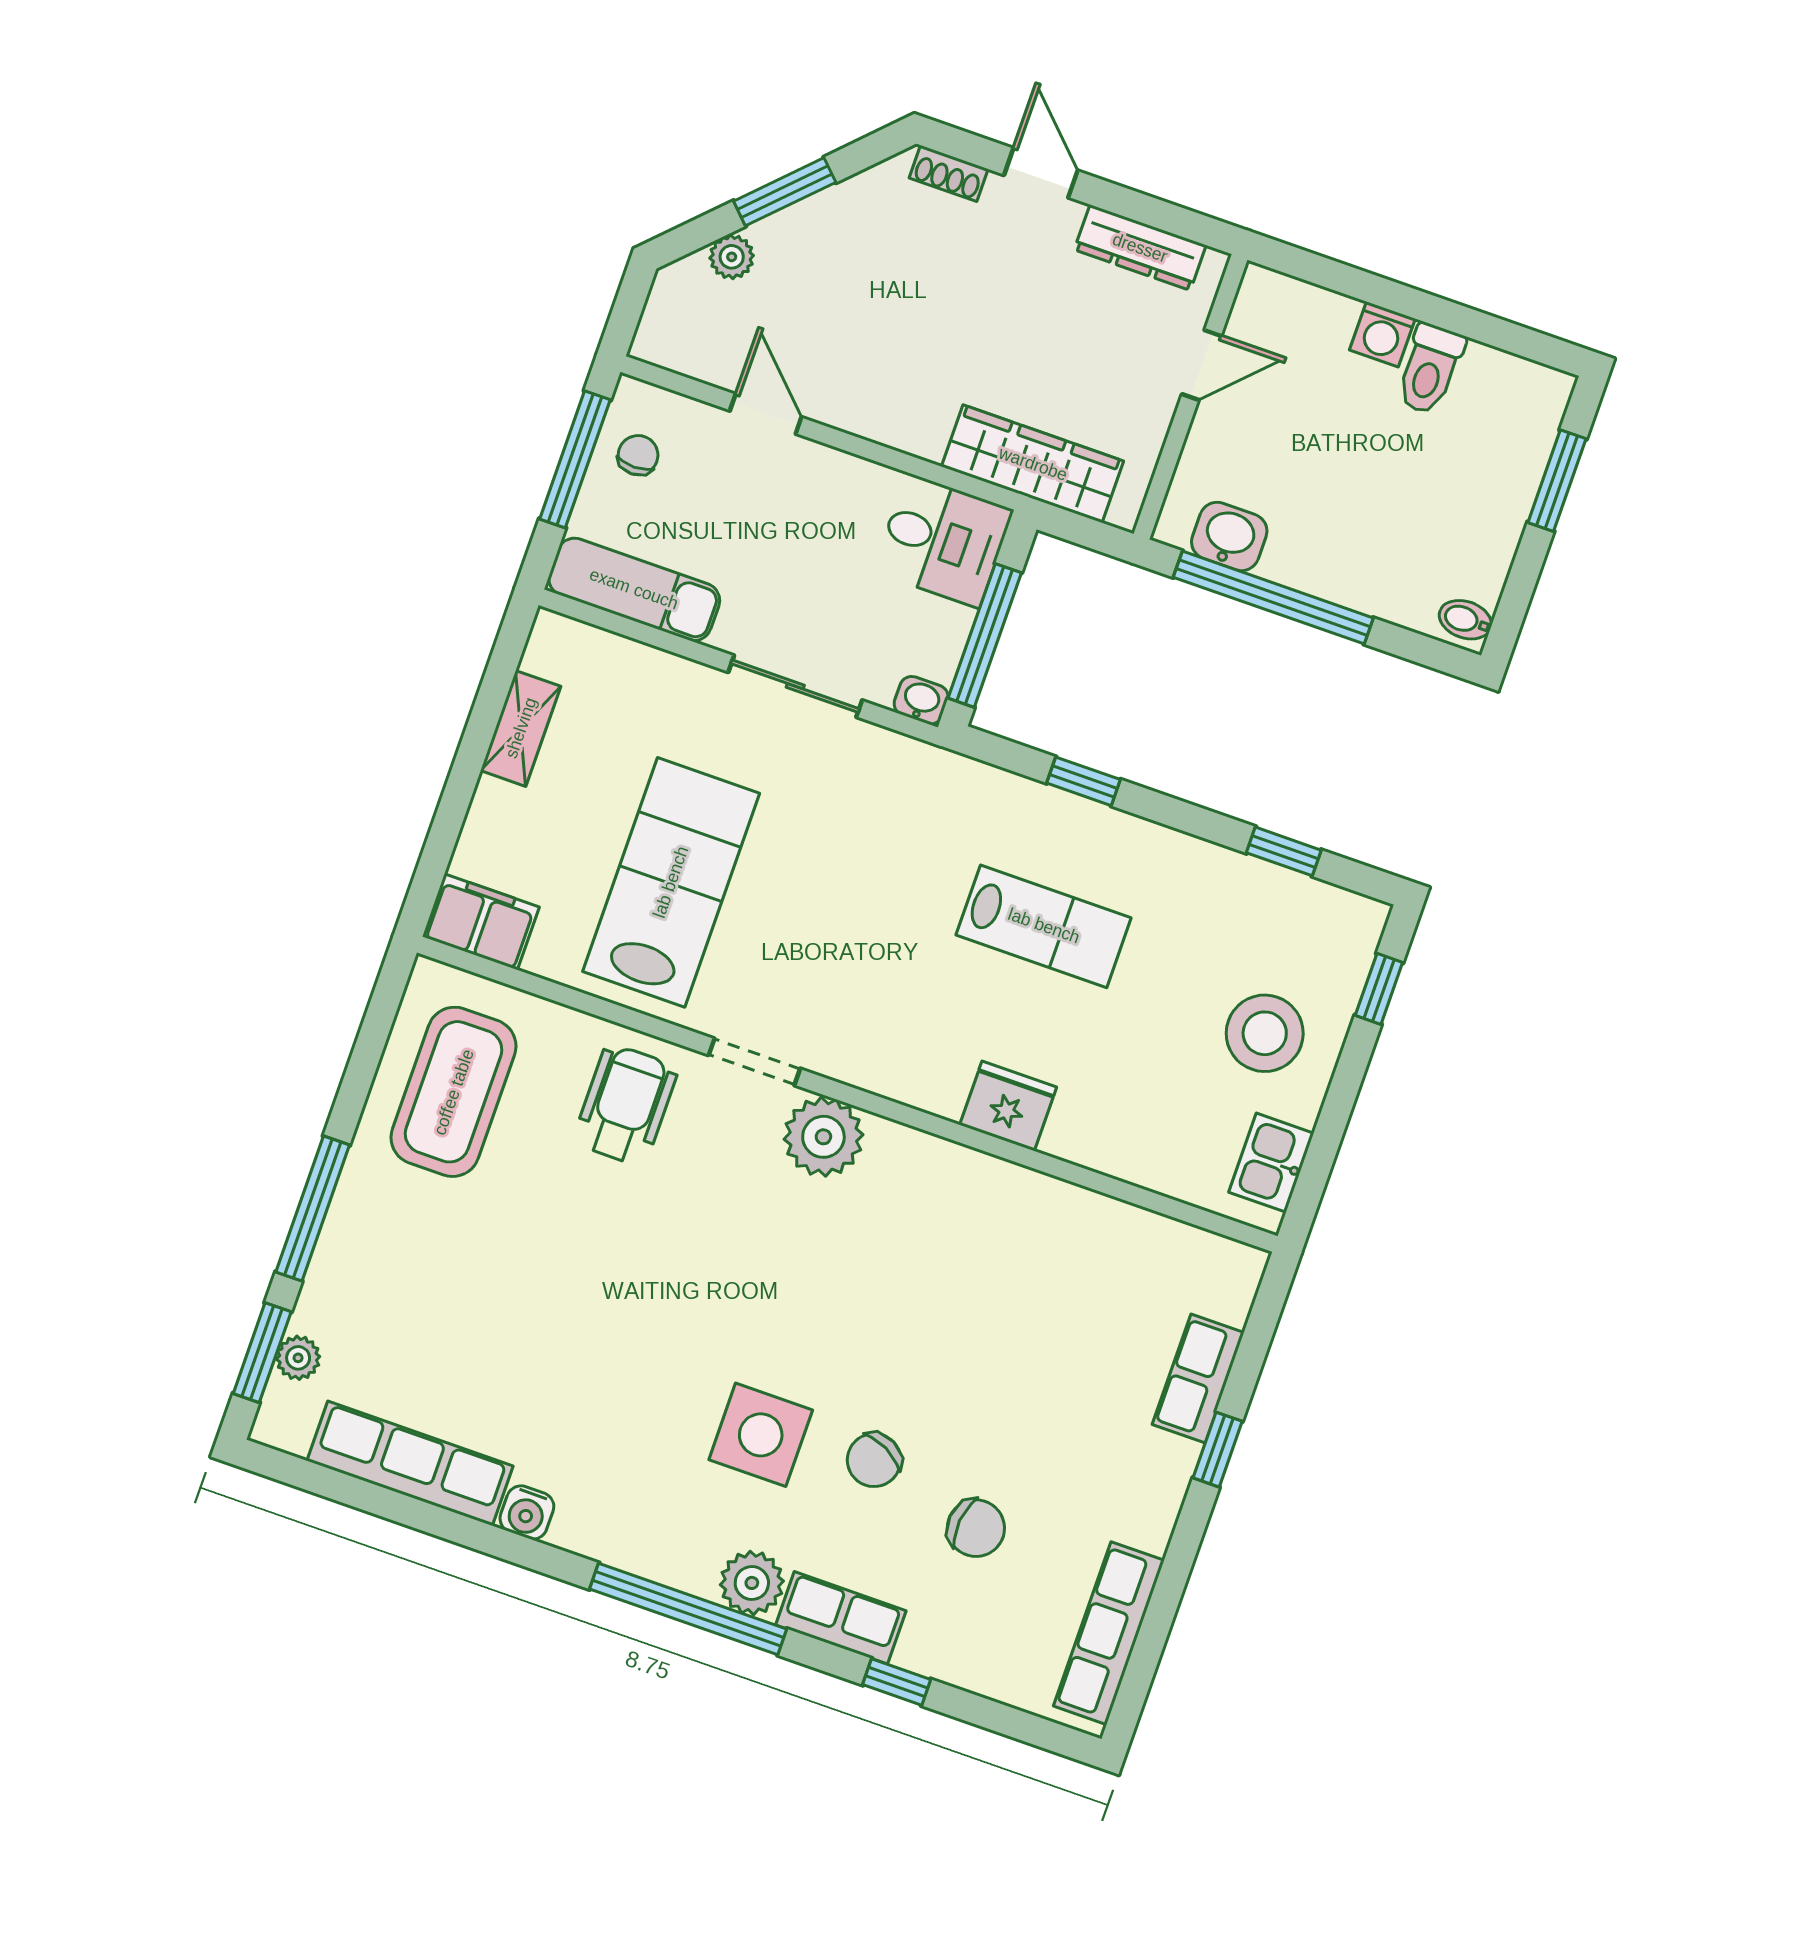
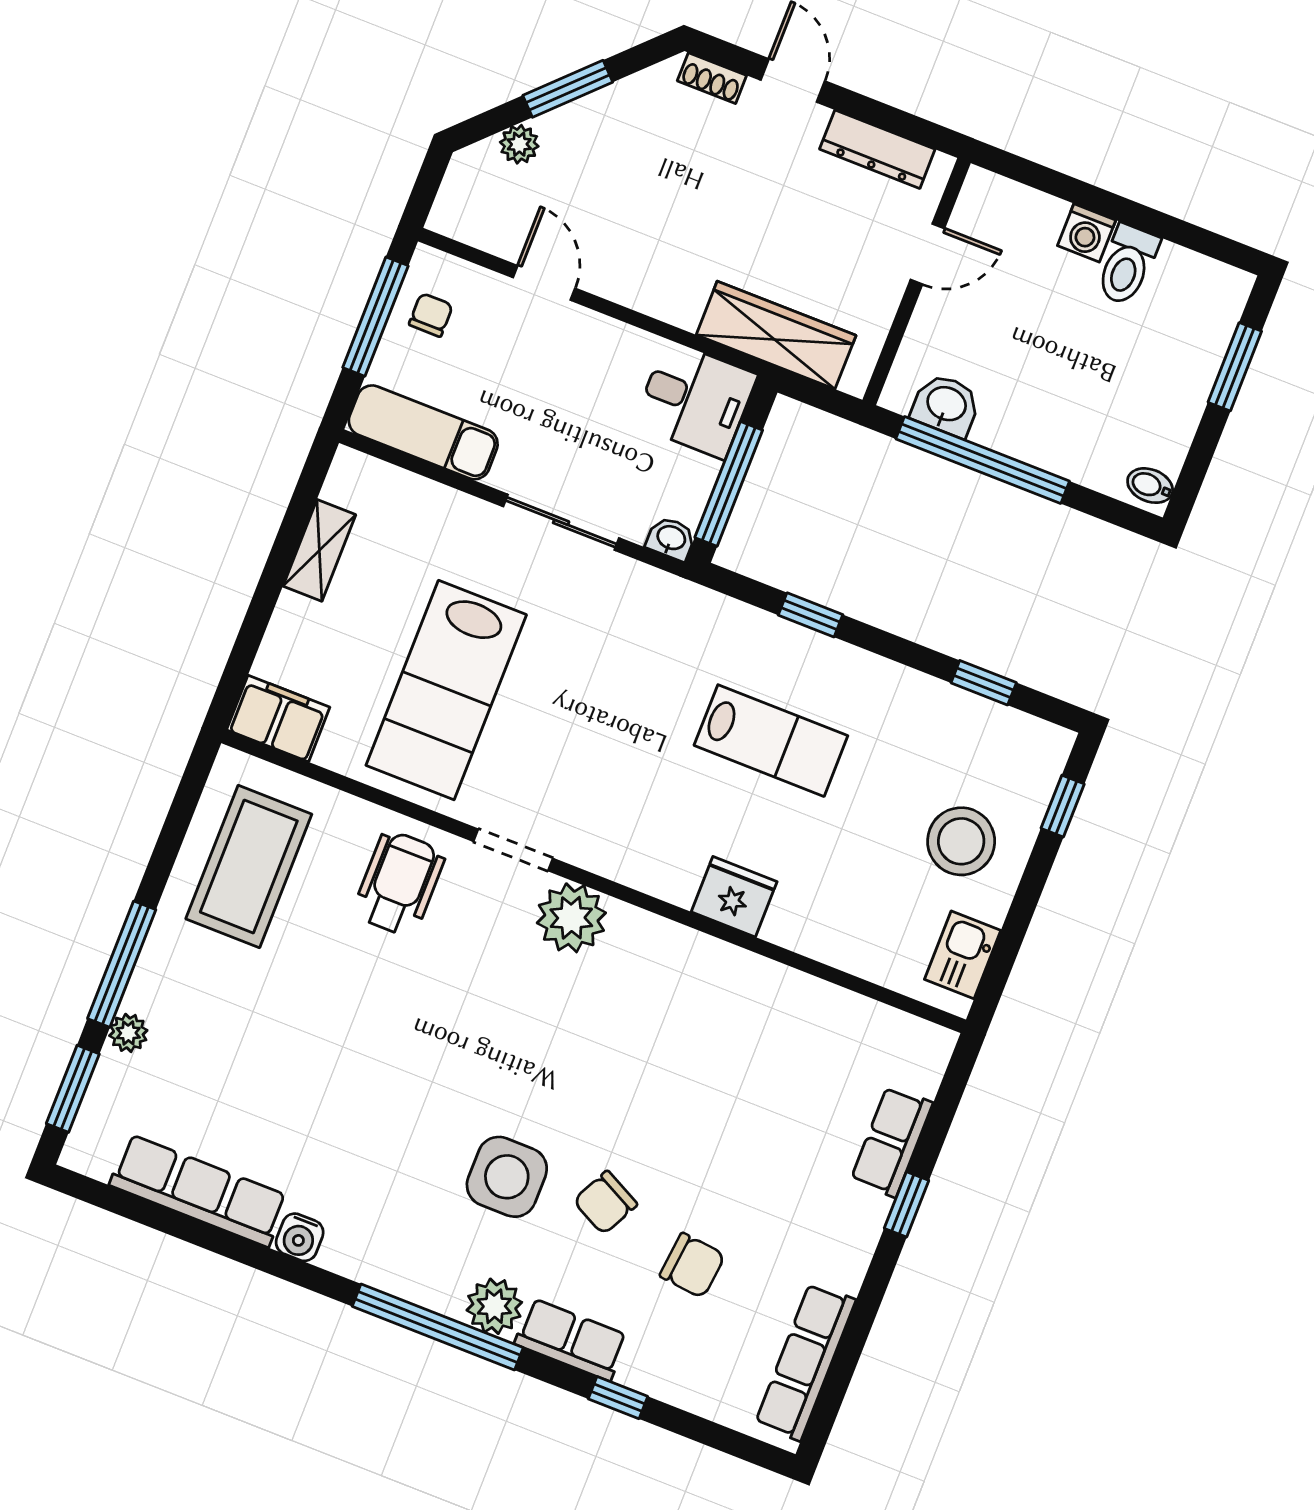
lab bench: (671, 882) -> (446, 690), turned 180
plant: (298, 1358) -> (128, 1033), moved

